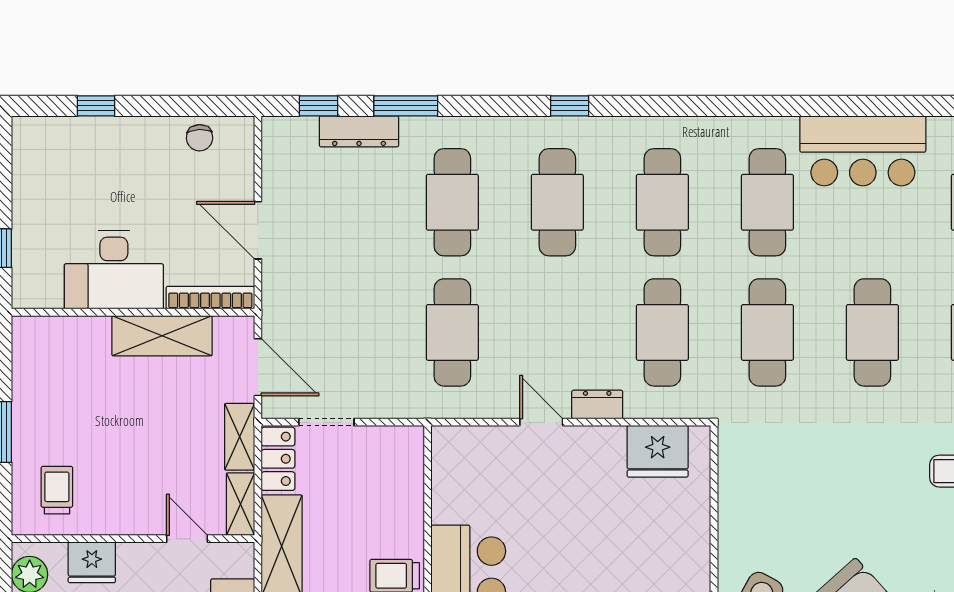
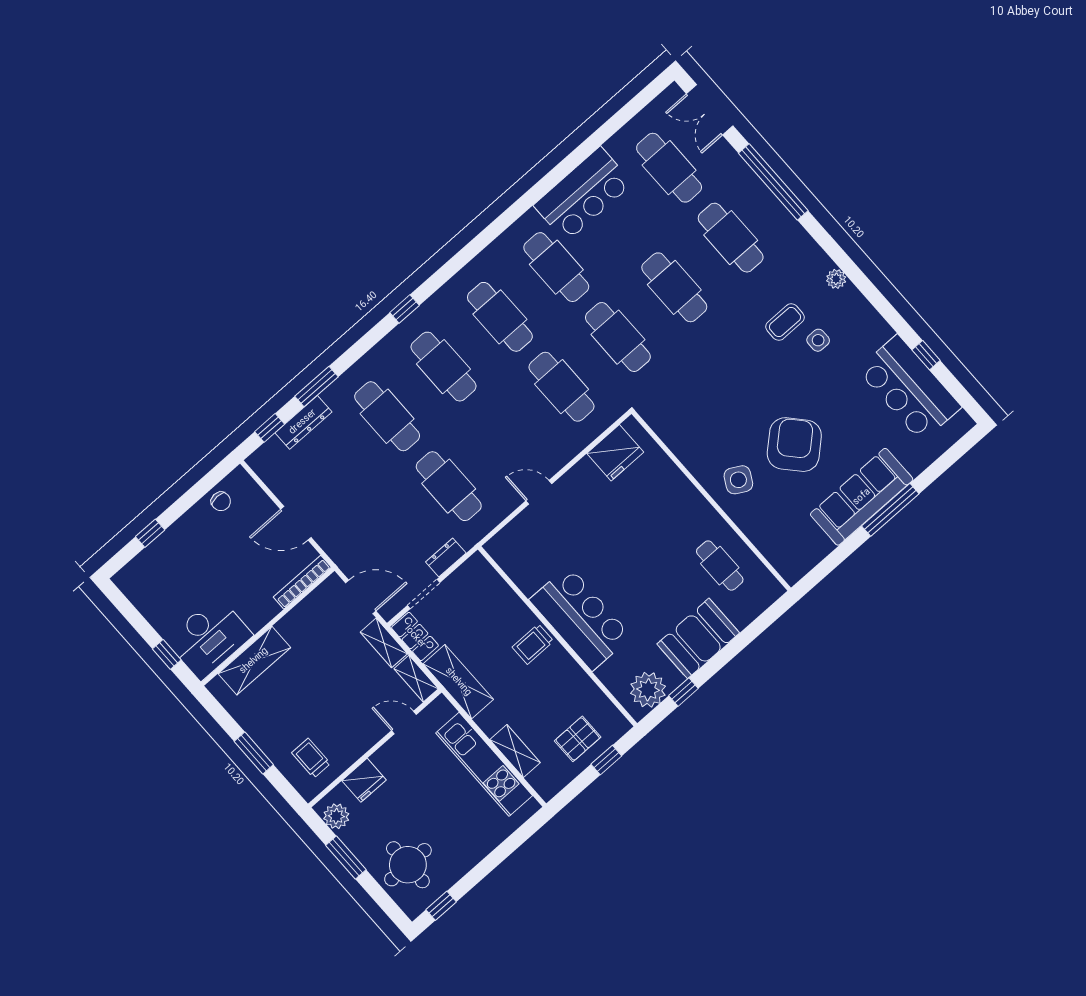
desk: (114, 270) -> (209, 638), moved
shelving: (162, 336) -> (254, 661), moved
dresser: (597, 404) -> (446, 558), moved

